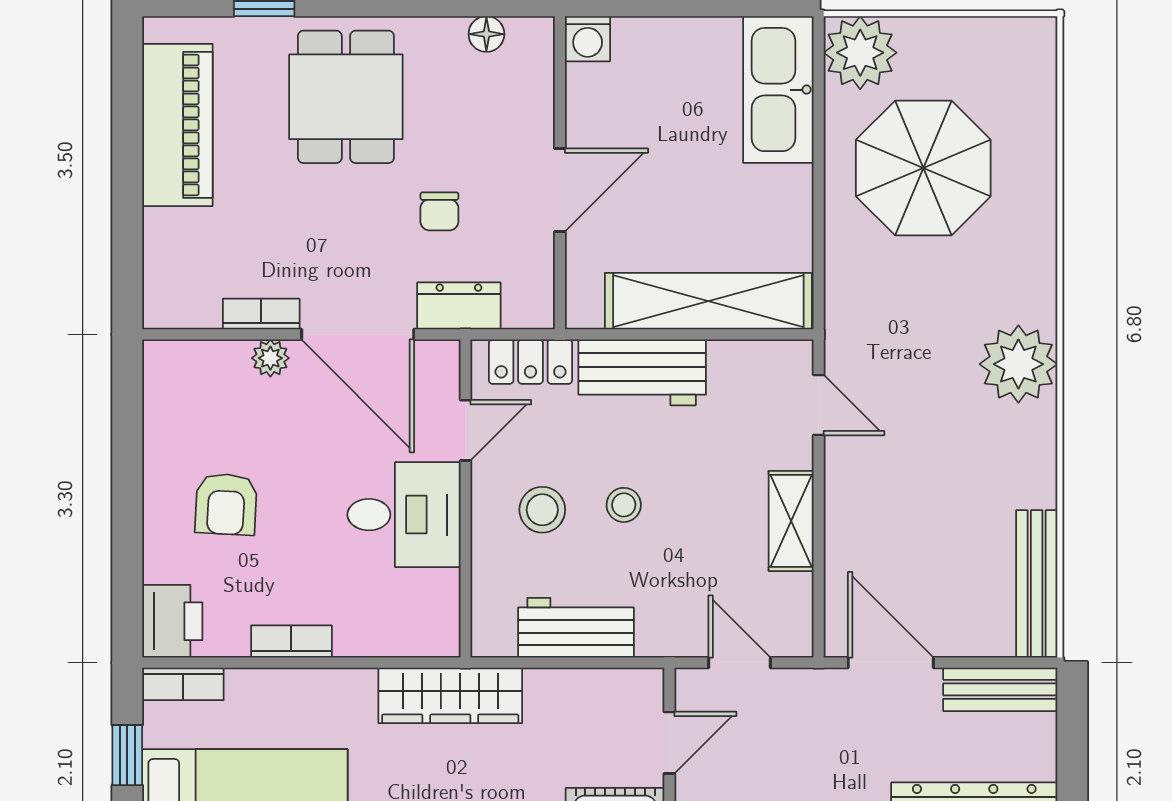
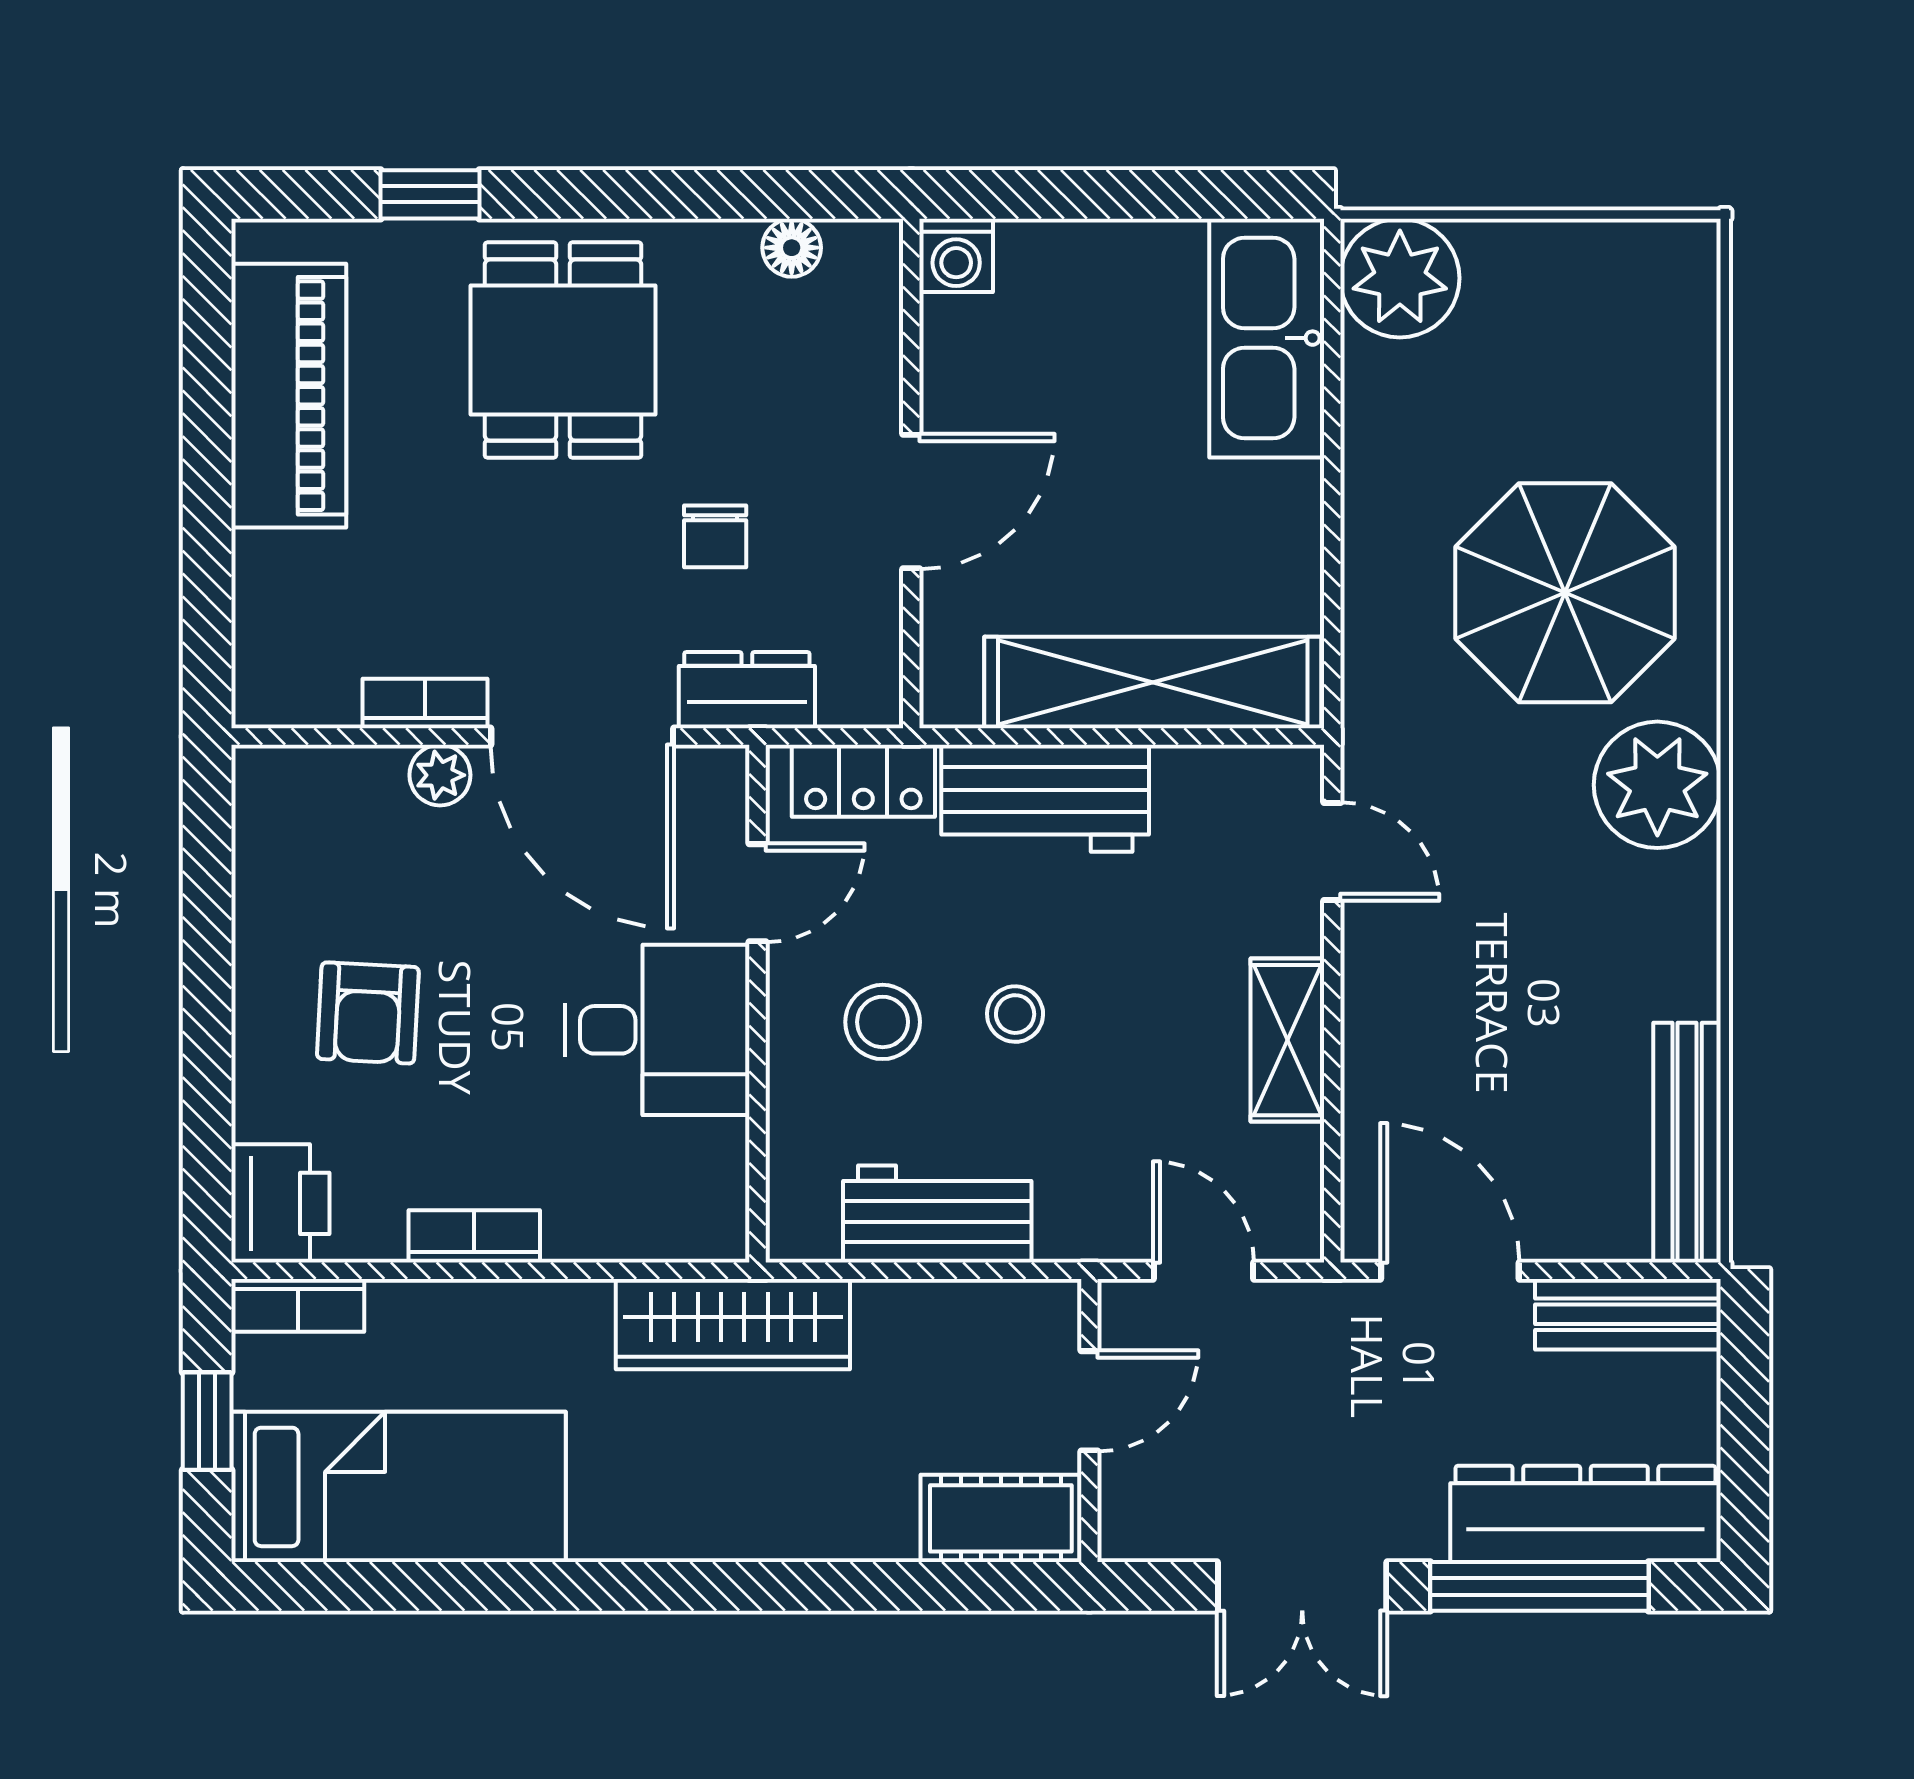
parasol: (923, 168) -> (1565, 593), moved

